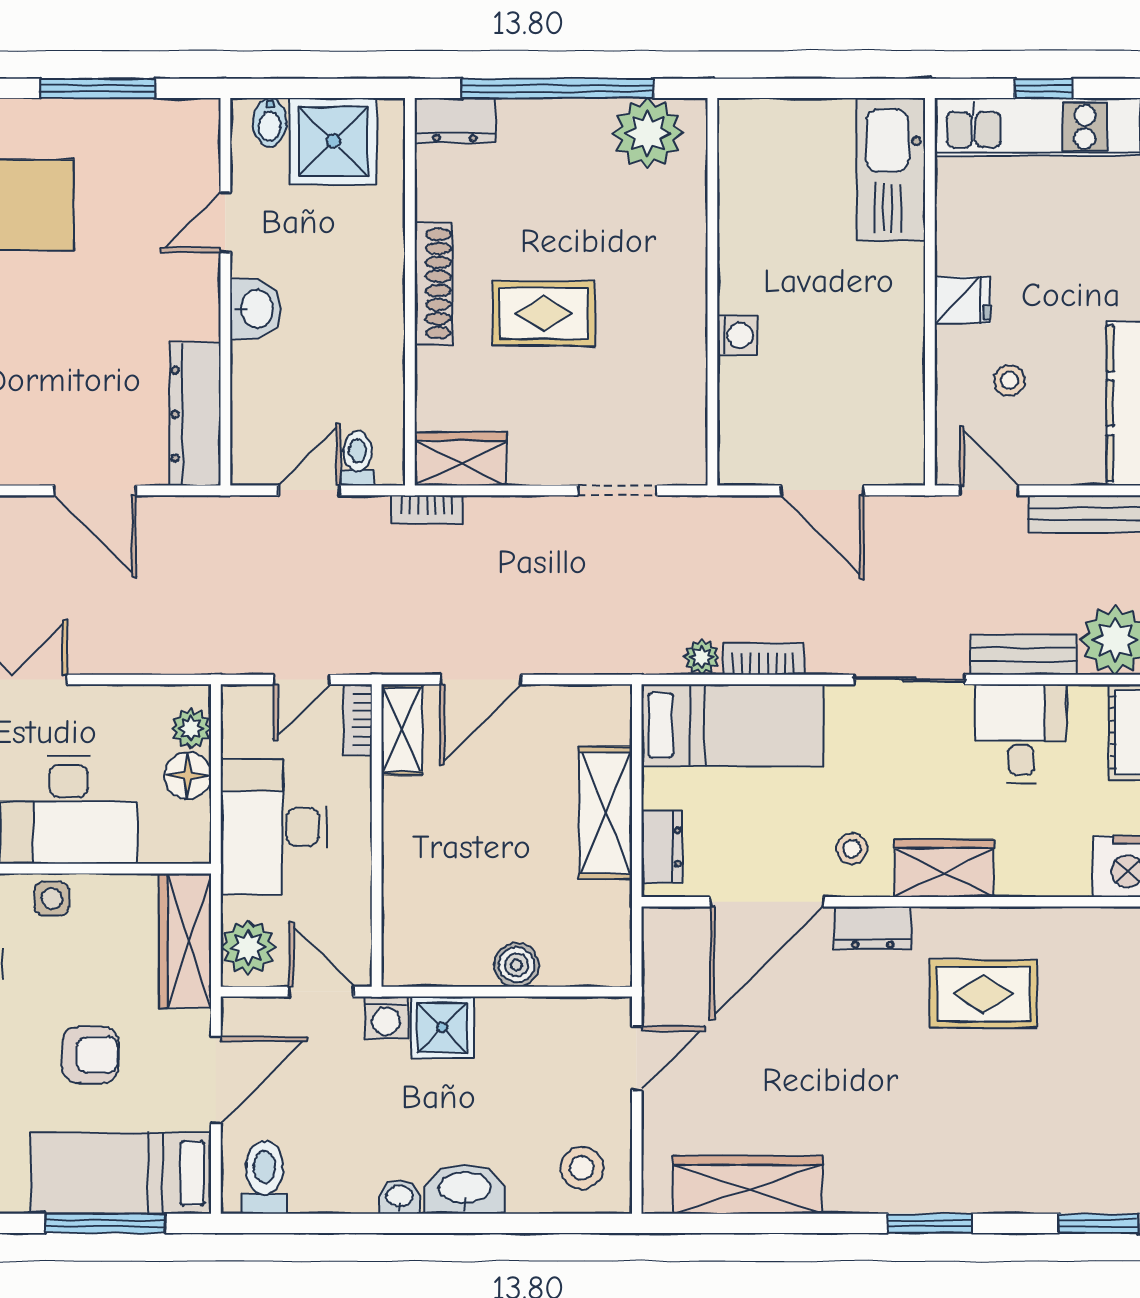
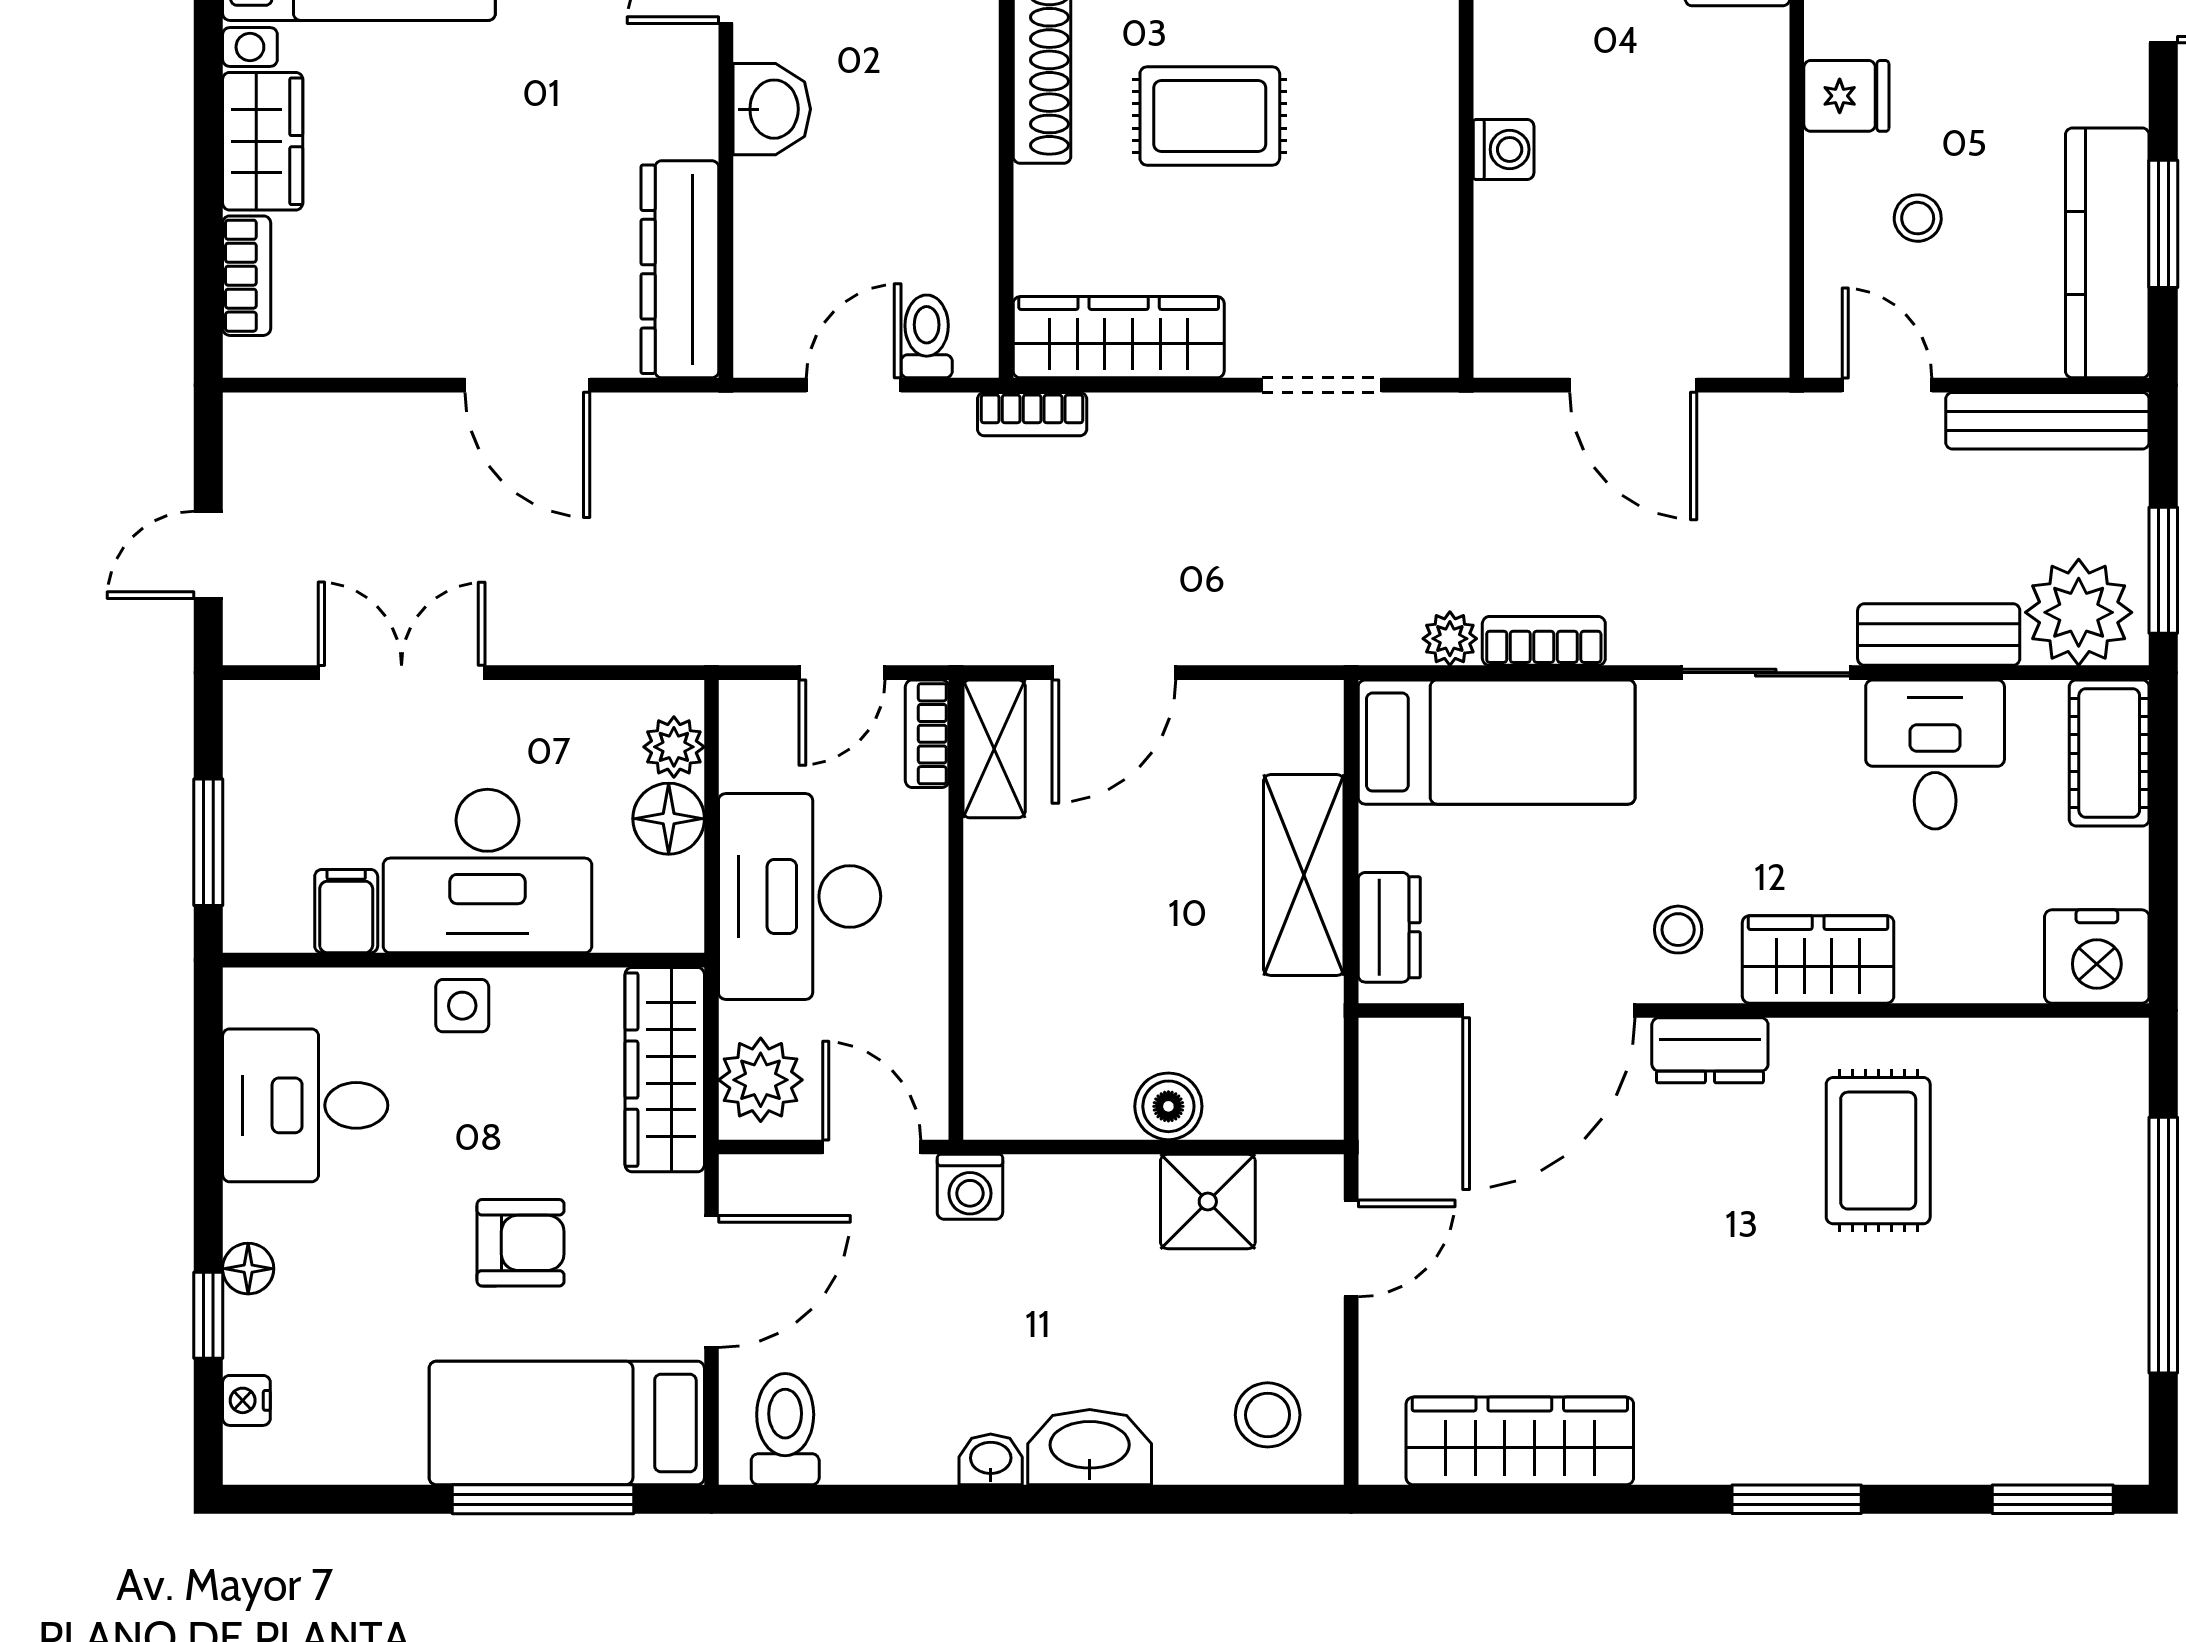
wardrobe: (461, 459) -> (1119, 337), width x1.50
rug: (983, 994) -> (1878, 1151), turned 90
shower: (442, 1027) -> (1208, 1202), moved

